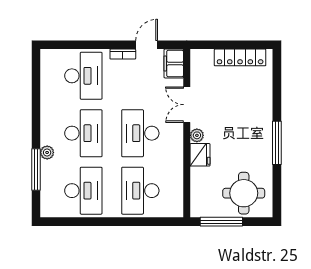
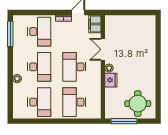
locker: (240, 57) -> (136, 20), removed
window: (277, 143) -> (158, 73), removed
window: (36, 169) -> (10, 34), moved

